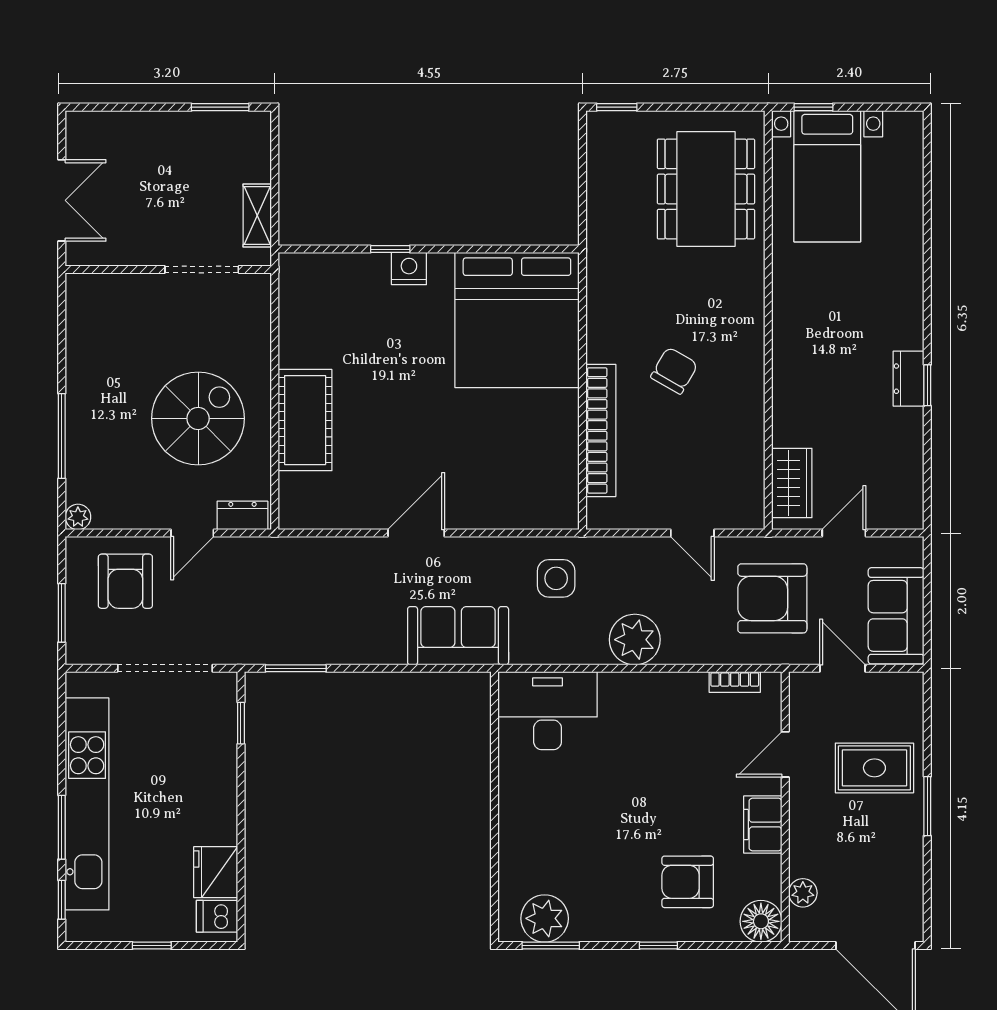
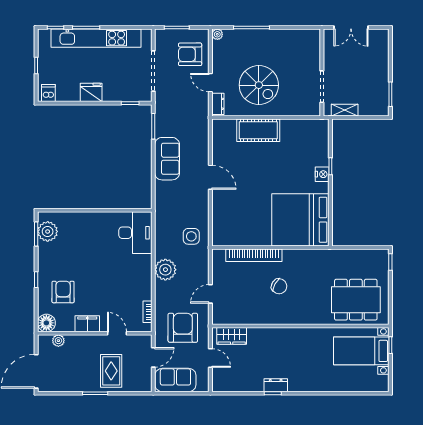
sofa: (458, 636) -> (167, 159), moved
fridge: (216, 872) -> (91, 92), moved

